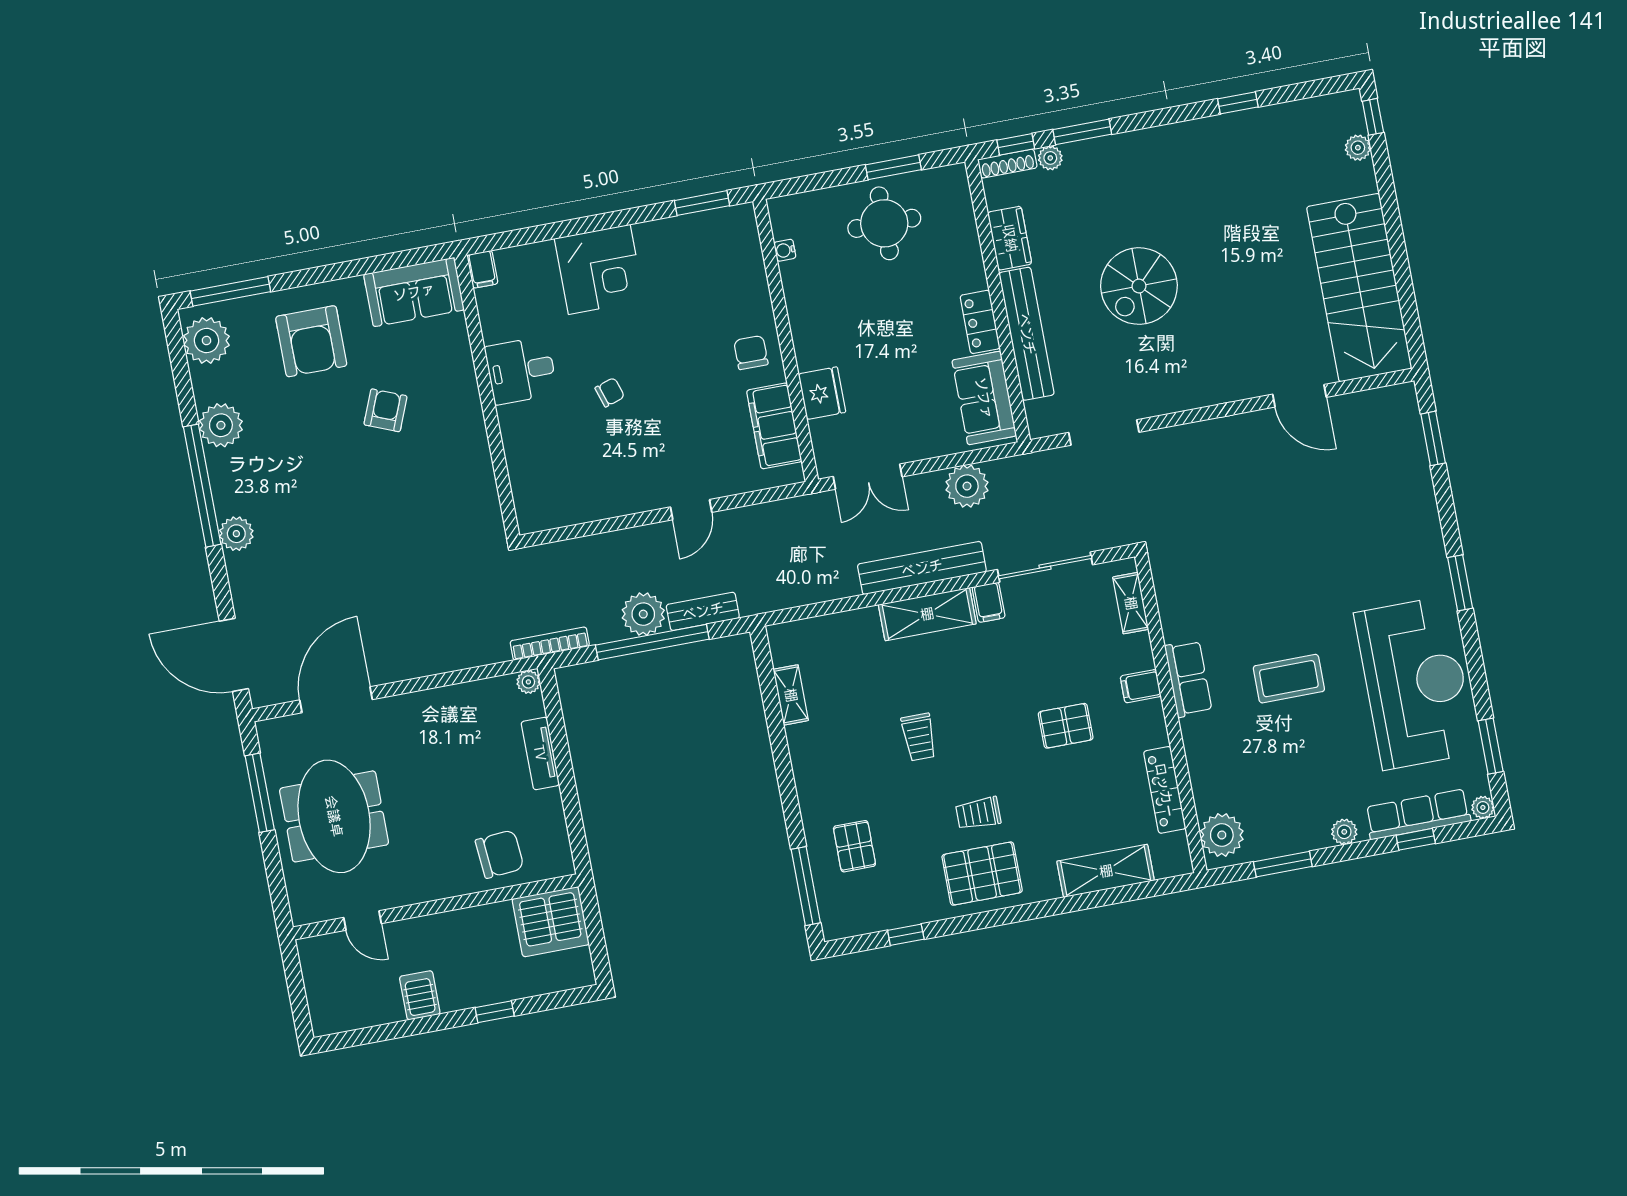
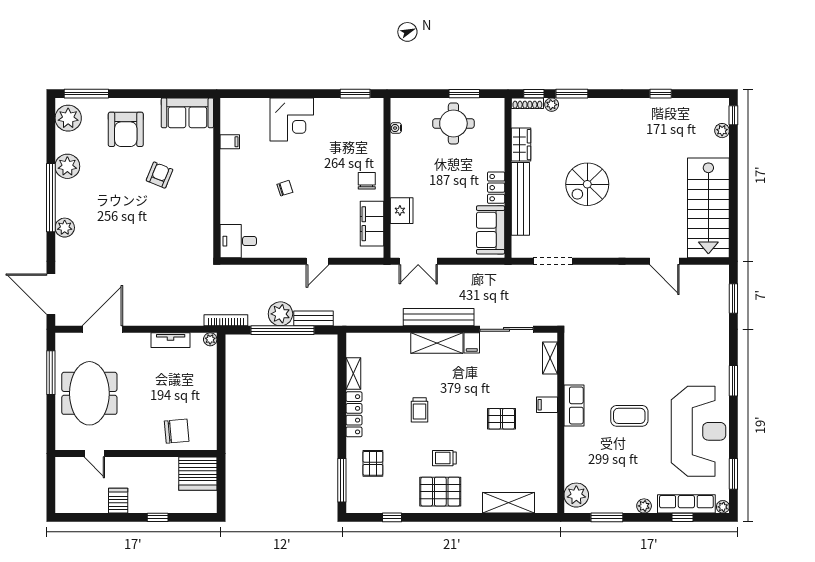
filing cabinet: (482, 269) -> (230, 142), moved, turned -90
desk: (521, 370) -> (238, 241), moved
plant: (967, 486) -> (472, 277), removed
tv unit: (540, 753) -> (171, 340), moved, turned -90
locker: (1165, 790) -> (354, 414), moved, turned 180

